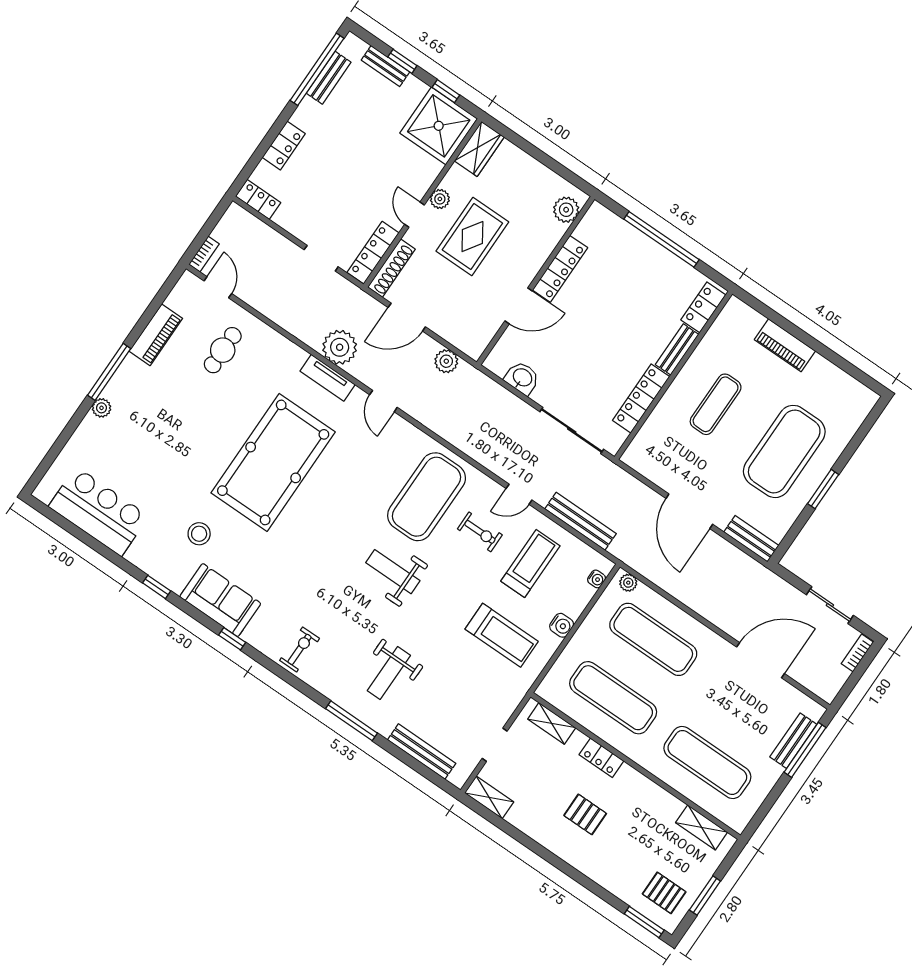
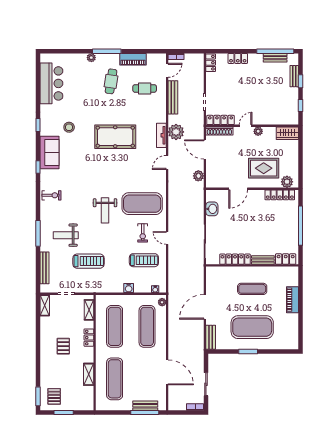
shower: (439, 126) -> (286, 112), removed
rug: (472, 237) -> (264, 168), moved
locker: (560, 269) -> (280, 195), moved
door: (518, 306) -> (238, 189), hinge flipped
cafe table: (169, 402) -> (111, 81), added
pool table: (273, 462) -> (115, 137), width x0.73, depth x0.76
bench: (580, 521) -> (173, 97), moved
weight bench: (393, 572) -> (105, 210), turned 180
treadmill: (502, 635) -> (88, 261), moved, turned -90
shelving: (702, 827) -> (89, 374), moved

